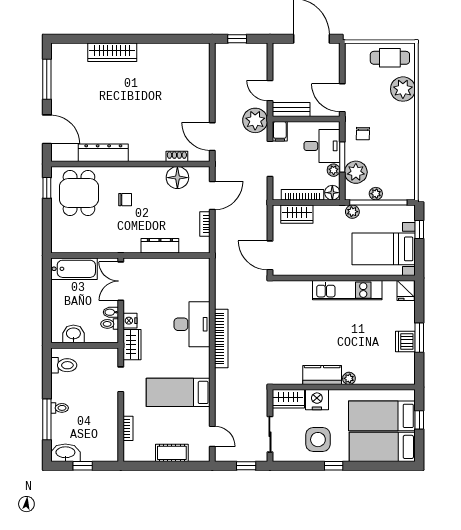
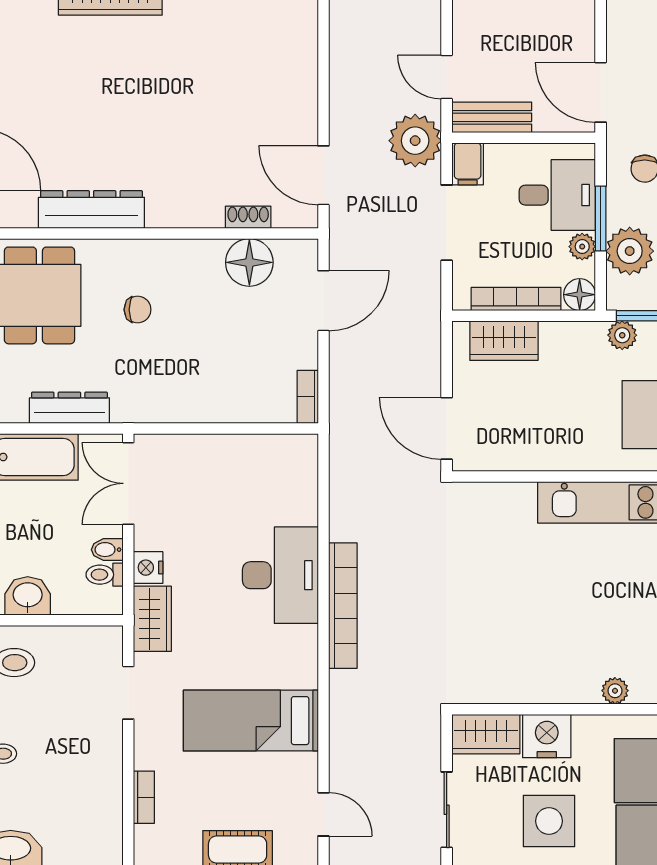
bookcase: (205, 224) -> (308, 397), moved
dresser: (160, 246) -> (69, 408), moved
kitchen counter: (322, 375) -> (558, 684), removed

